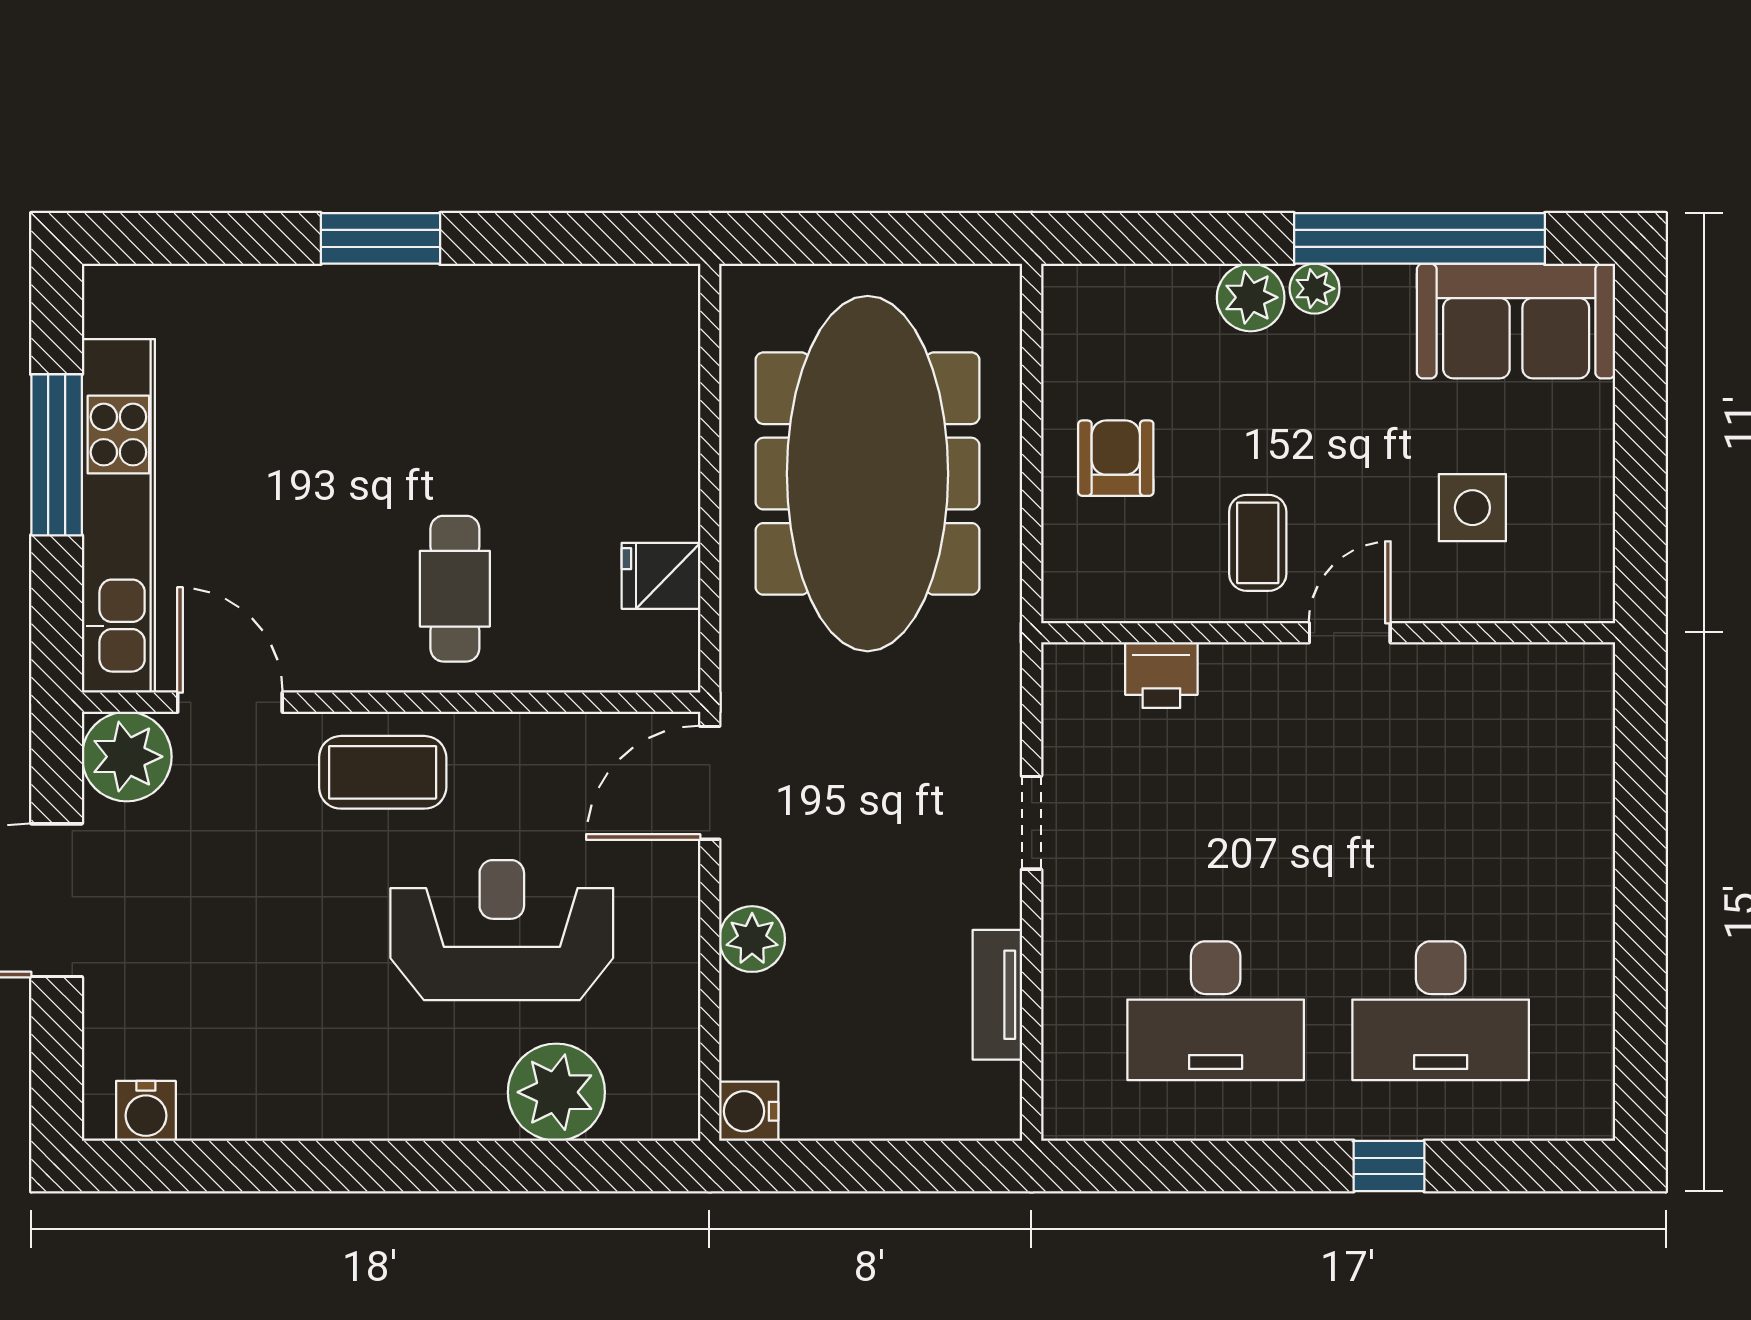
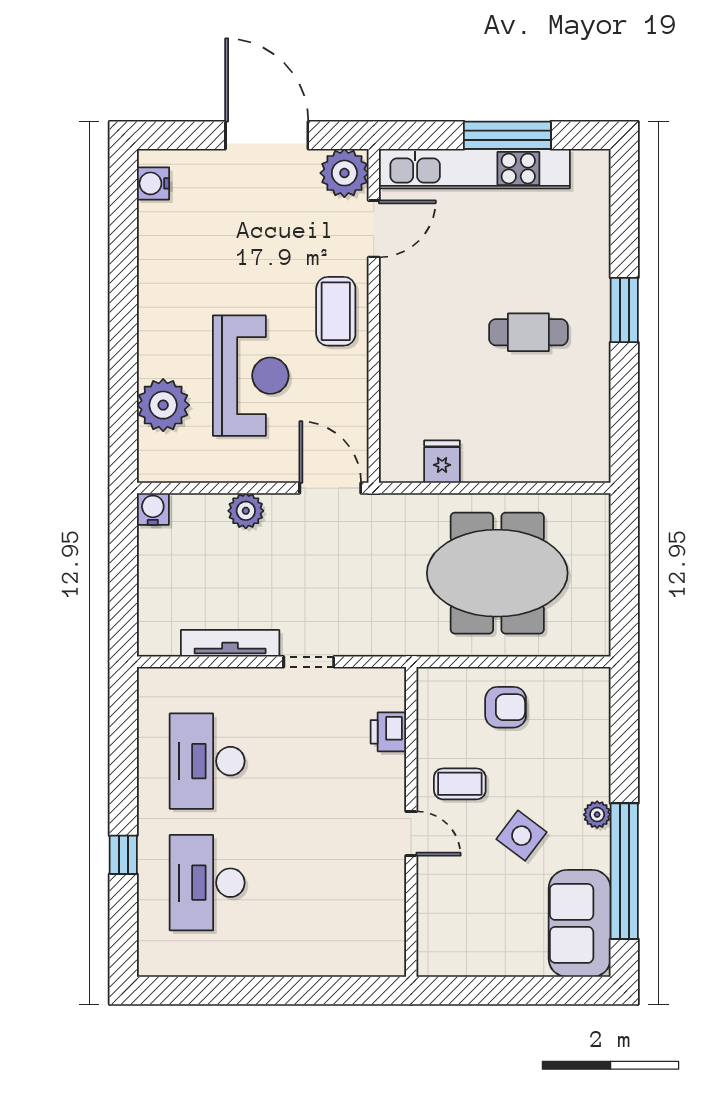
plant: (1251, 297) -> (592, 780), removed
meeting table: (868, 474) -> (497, 573), width x0.73
side table: (1472, 508) -> (521, 836), moved, turned 37
cafe table: (455, 589) -> (528, 332), moved
tv unit: (997, 995) -> (230, 643), width x1.41

